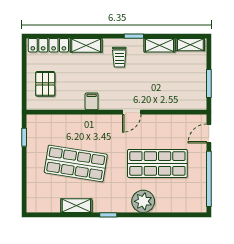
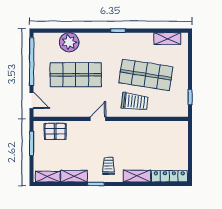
pallet: (45, 84) -> (55, 131), moved, turned 90
filing cabinet: (92, 101) -> (132, 128), removed
trolley: (89, 132) -> (135, 102), added
door: (209, 134) -> (32, 100), hinge flipped
plant: (143, 201) -> (69, 42), moved
shelving: (76, 206) -> (167, 39), moved

